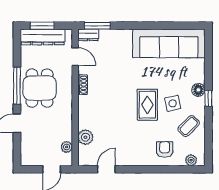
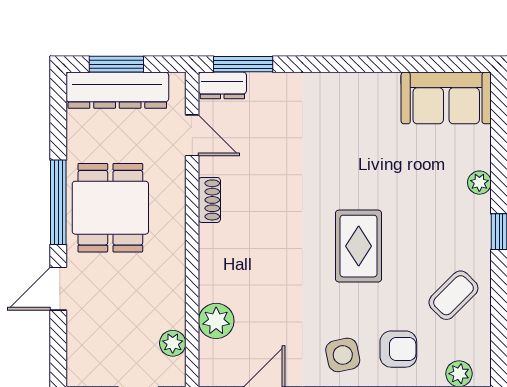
sofa: (169, 43) -> (446, 98), width x0.54, depth x0.79
plant: (200, 77) -> (479, 183), added
floor lamp: (198, 90) -> (476, 212), removed
side table: (173, 103) -> (343, 355), moved
armchair: (165, 149) -> (398, 349), turned 90

